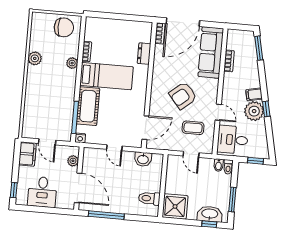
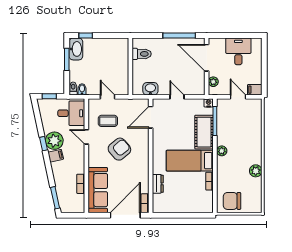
plant: (72, 63) -> (222, 151), moved
filing cabinet: (27, 154) -> (255, 90), width x0.50
window: (14, 190) -> (264, 51), removed
shower: (175, 206) -> (118, 49), removed
washbasin: (210, 214) -> (76, 49), moved, turned -90

